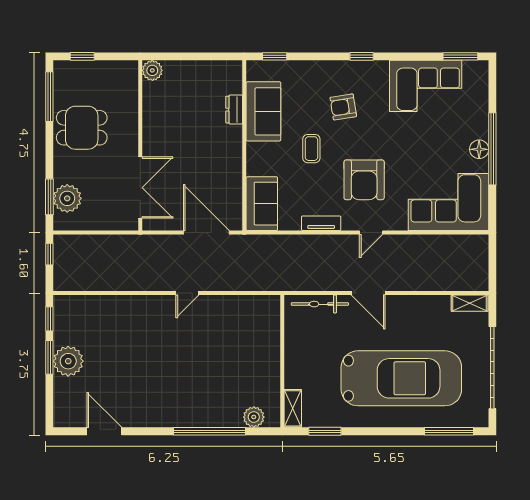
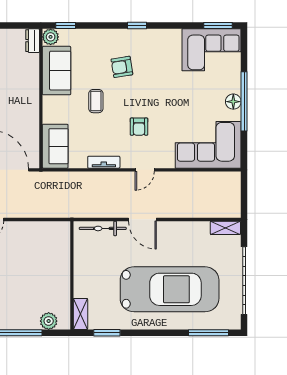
plant: (256, 70) -> (51, 37), added
corner sofa: (426, 86) -> (211, 50), moved
dresser: (234, 110) -> (33, 41), moved
armchair: (364, 180) -> (139, 127), width x0.53, depth x0.53

